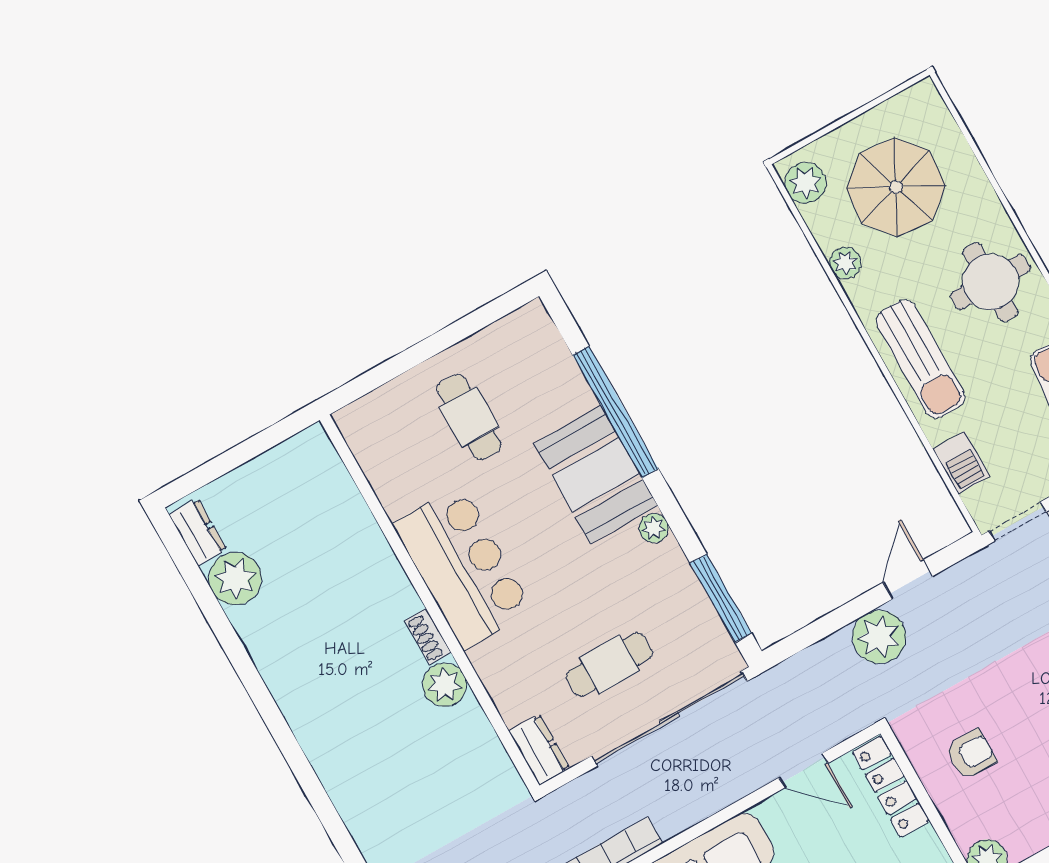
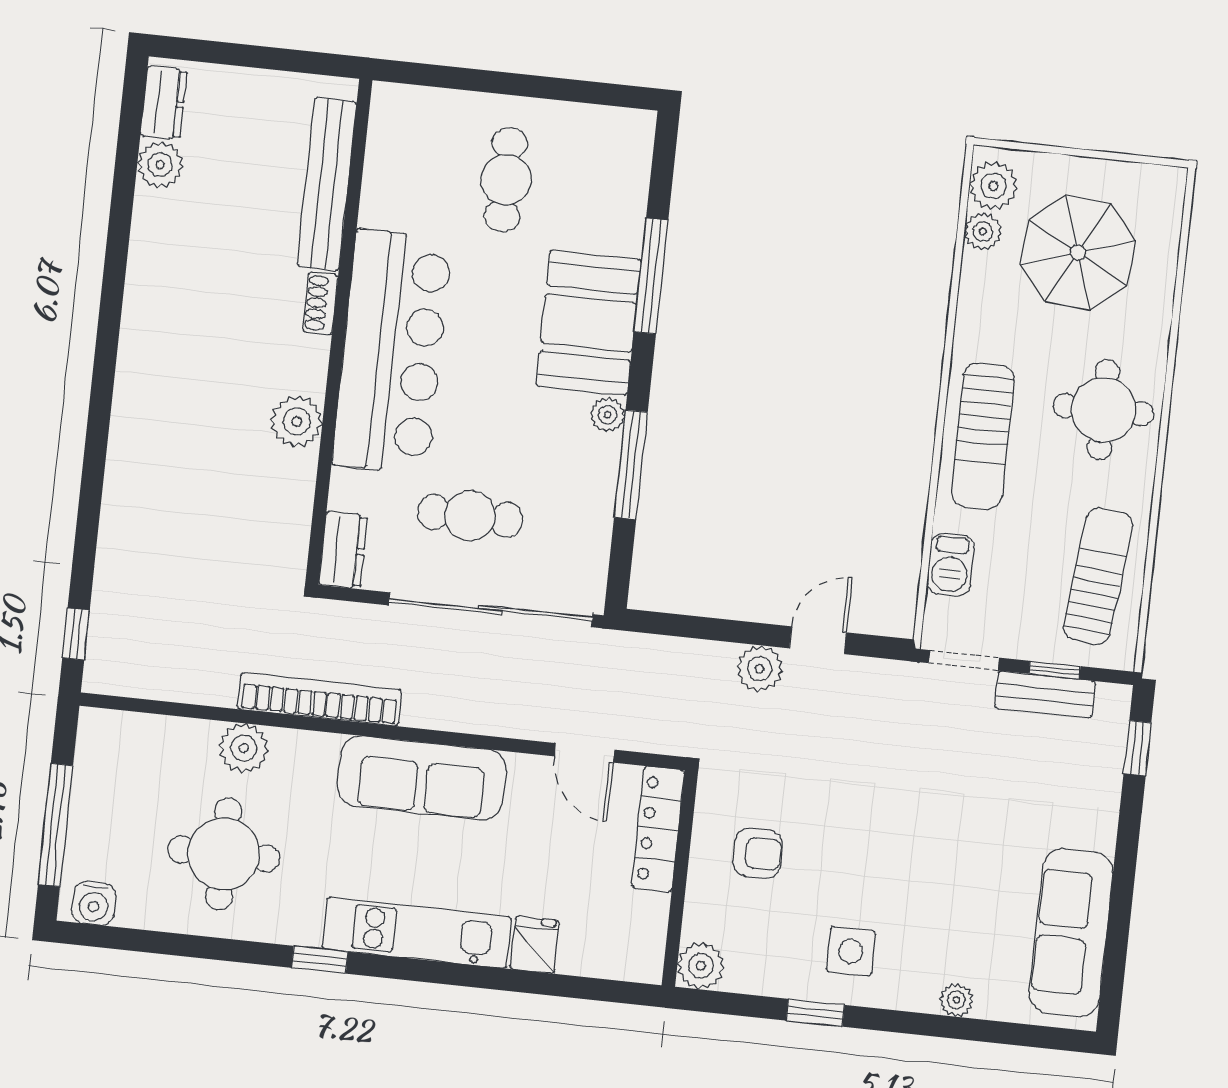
plant: (845, 263) -> (983, 231), moved
window: (616, 412) -> (651, 276), width x0.68
bench: (349, 508) -> (327, 184), added
bar counter: (463, 567) -> (392, 352), width x1.36
plant: (235, 579) -> (160, 165), width x0.73, depth x0.73
window: (721, 598) -> (631, 465), moved
shoe rack: (428, 636) -> (320, 303), moved
plant: (879, 637) -> (760, 669), width x0.73, depth x0.73

